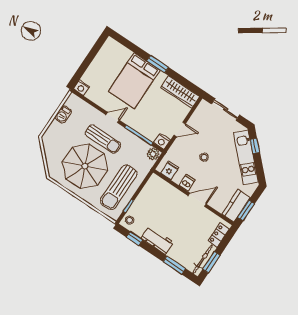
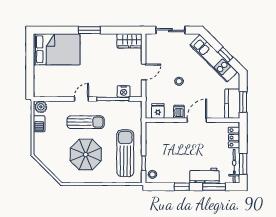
bed: (134, 81) -> (57, 49), moved, turned -90
nightstand: (81, 88) -> (39, 92), removed
wardrobe: (180, 92) -> (129, 41), width x0.67
nightstand: (162, 141) -> (124, 91), moved
window: (255, 146) -> (225, 55), moved
plant: (153, 154) -> (41, 107), moved
parasol: (85, 166) -> (86, 154), width x0.73, depth x0.73
sun lounger: (119, 187) -> (125, 153), turned 180
window: (135, 239) -> (182, 187), moved
workbench: (157, 240) -> (204, 176), moved

